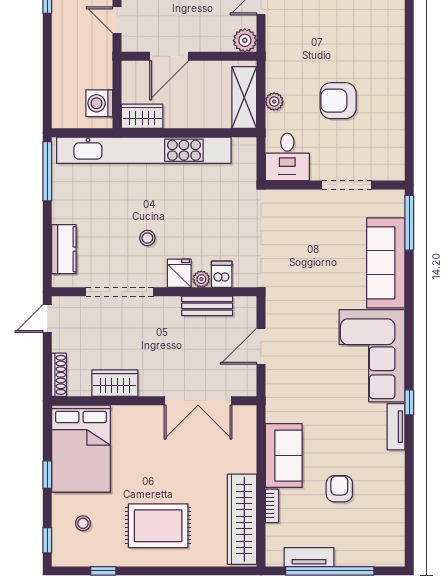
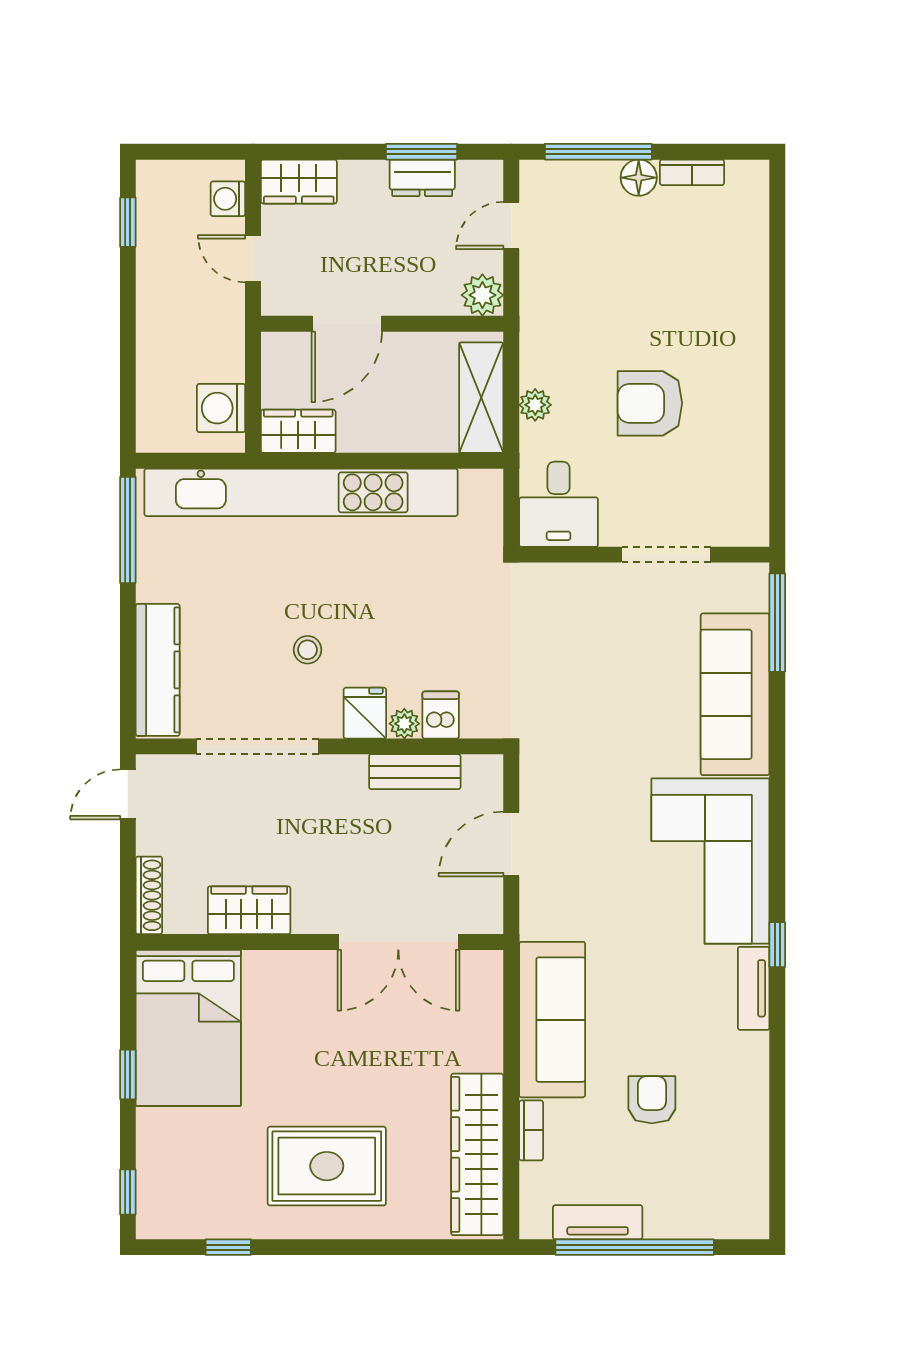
kitchen counter: (64, 249) -> (158, 670), width x1.50
sofa: (284, 456) -> (552, 1020), width x1.36
stool: (83, 523) -> (192, 1162), removed

